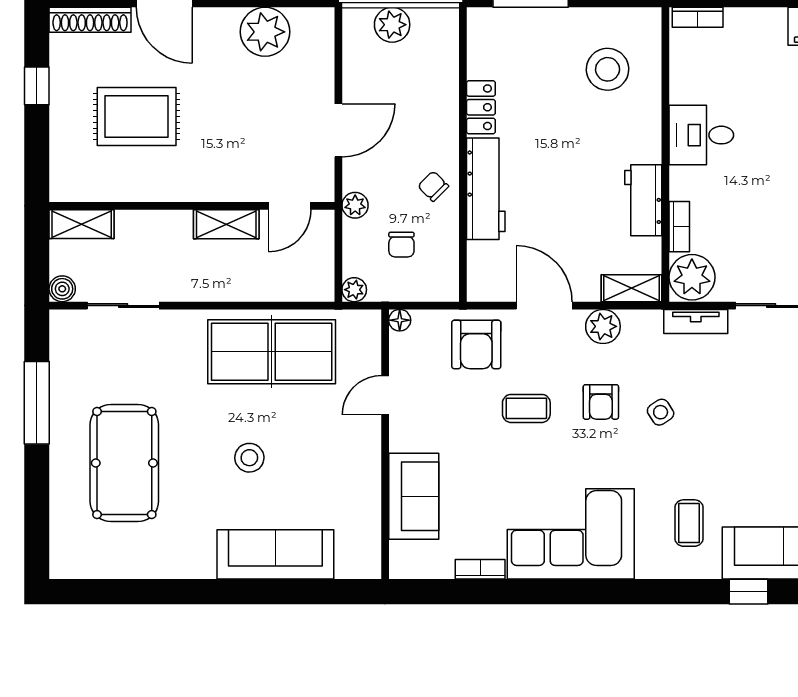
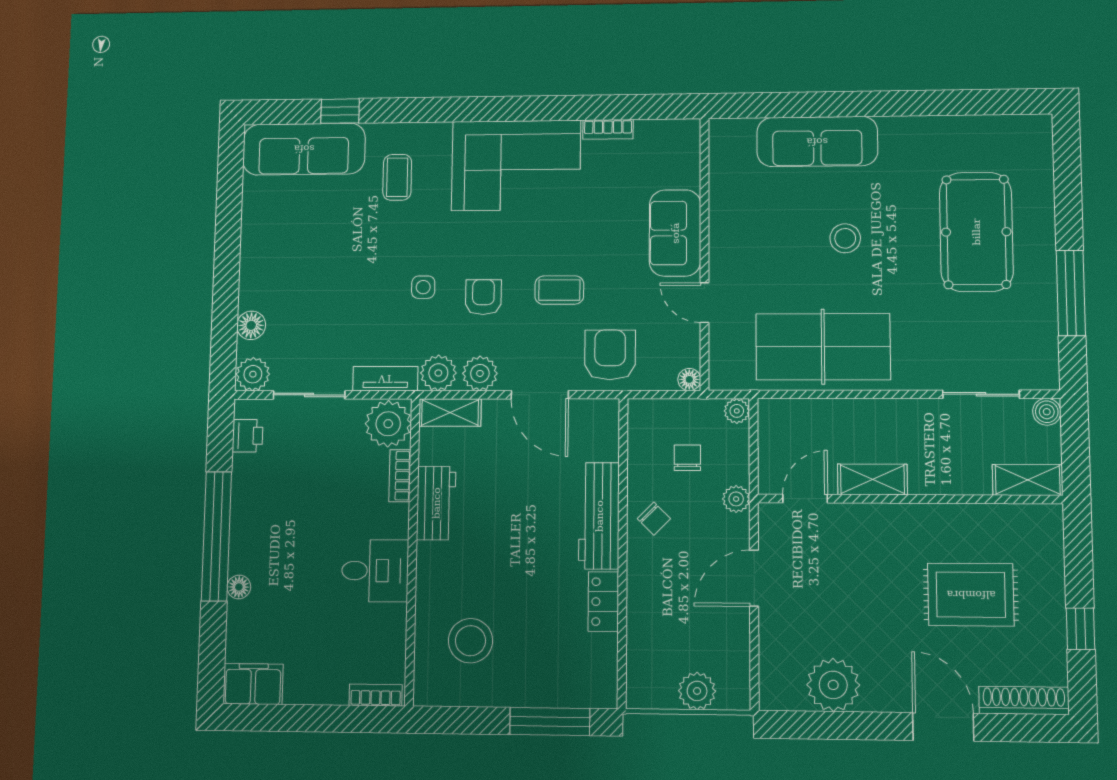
plant: (644, 327) -> (438, 373), added
door: (385, 395) -> (705, 303), swing flipped
side table: (661, 412) -> (423, 287), turned 33
sofa: (414, 496) -> (675, 233), moved

